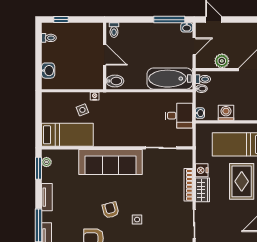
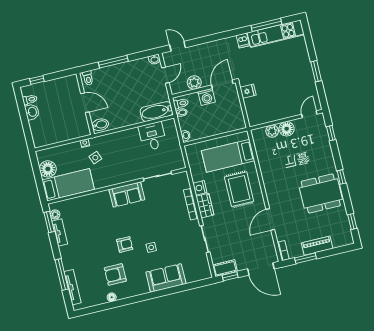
window: (169, 20) -> (113, 62), moved
washbasin: (48, 71) -> (32, 112), moved
bathtub: (170, 79) -> (156, 112), width x0.73, depth x0.73
side table: (82, 110) -> (95, 158), moved
washing machine: (226, 113) -> (207, 97), moved, turned 180
floor lamp: (50, 114) -> (48, 169), added
desk: (179, 116) -> (153, 136), moved, turned -90
sofa: (110, 162) -> (127, 195), width x0.54, depth x0.79
tv unit: (47, 197) -> (60, 233), moved
armchair: (111, 210) -> (125, 244), turned 105

